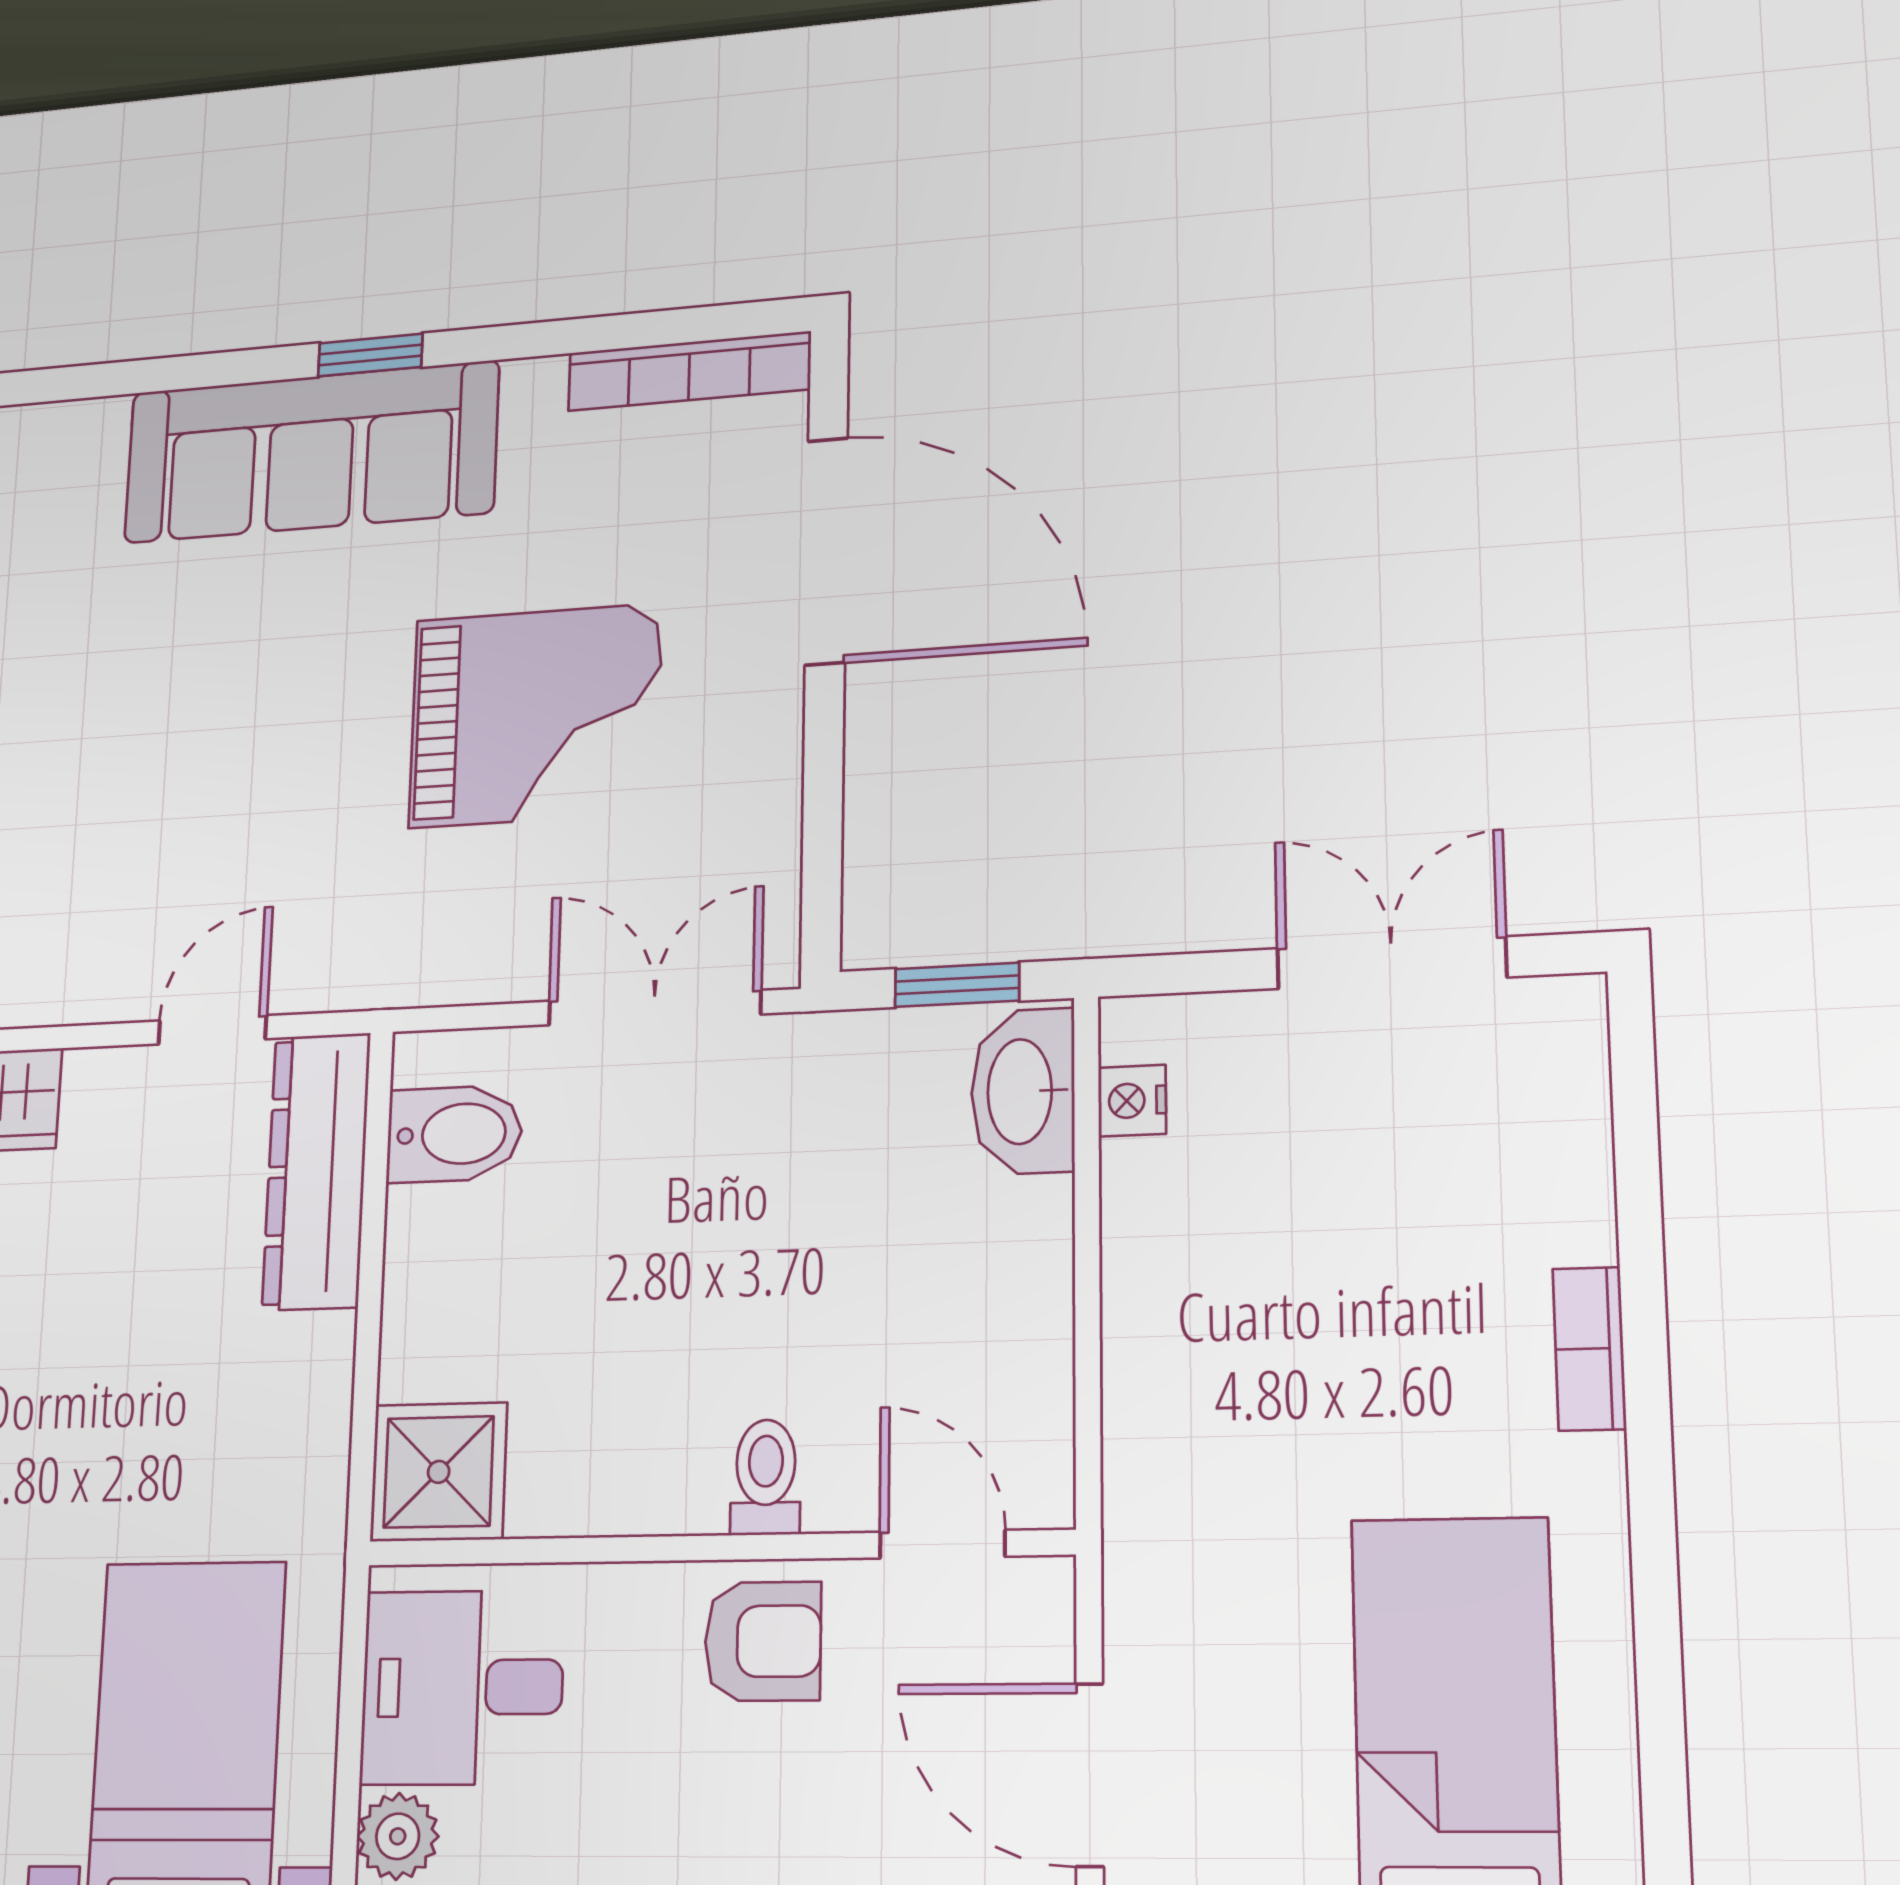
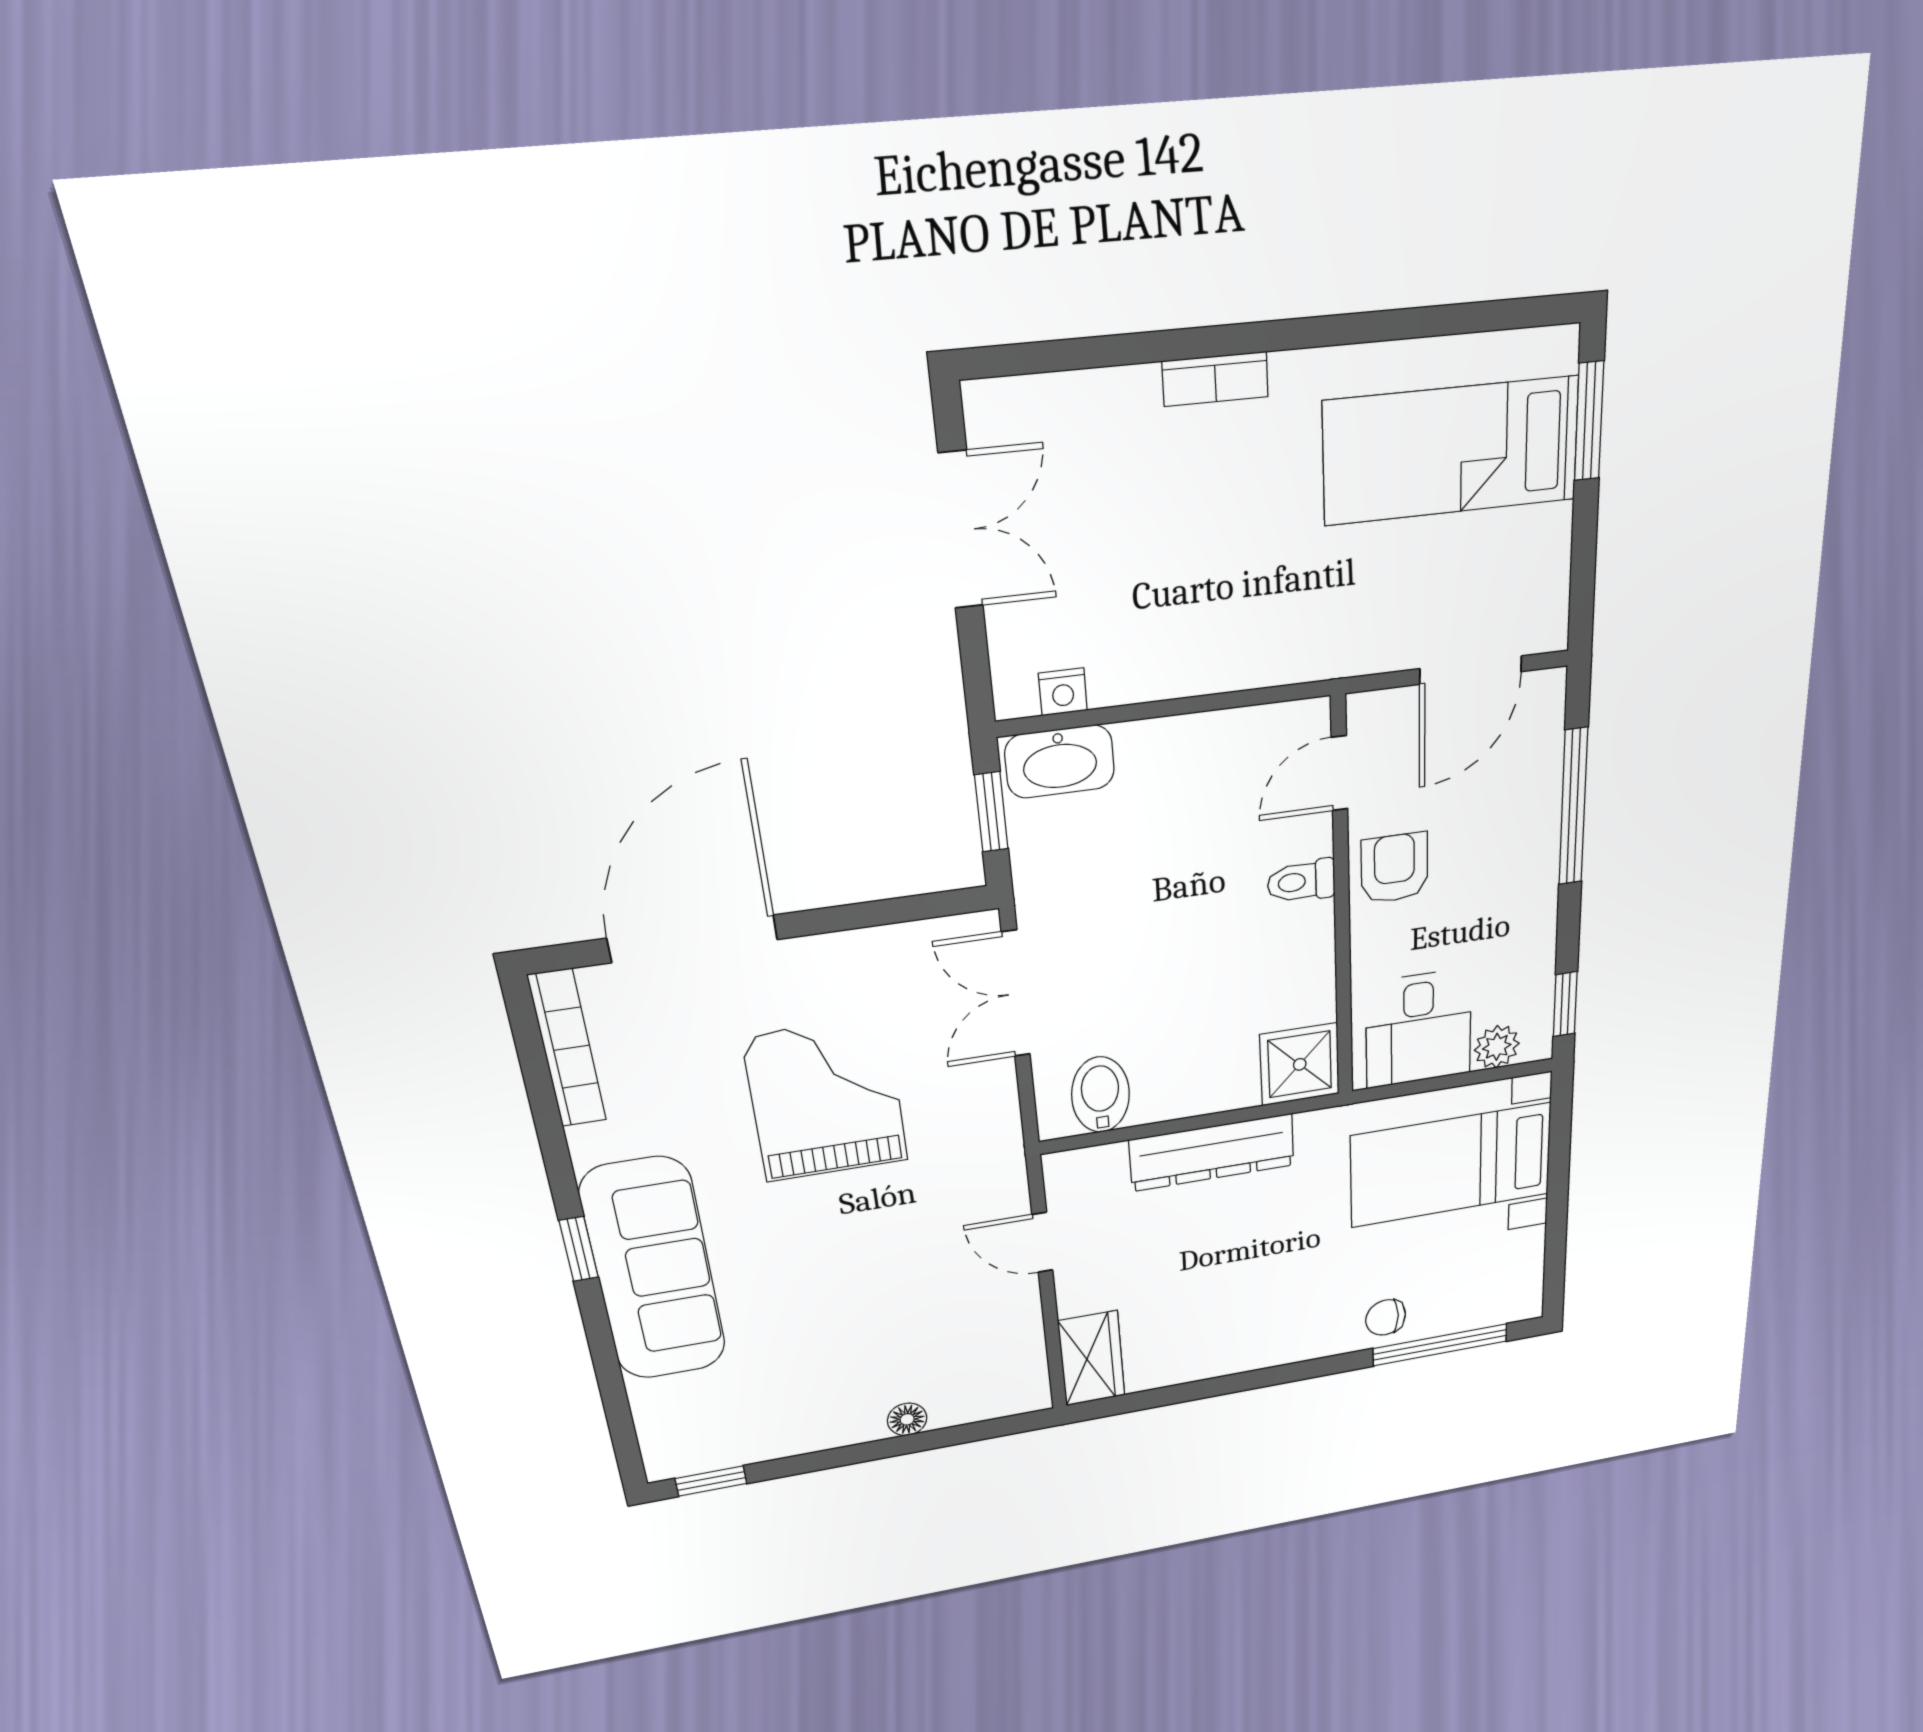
double door: (1391, 963) -> (961, 530), swing flipped
dresser: (317, 1171) -> (1212, 1153), moved

